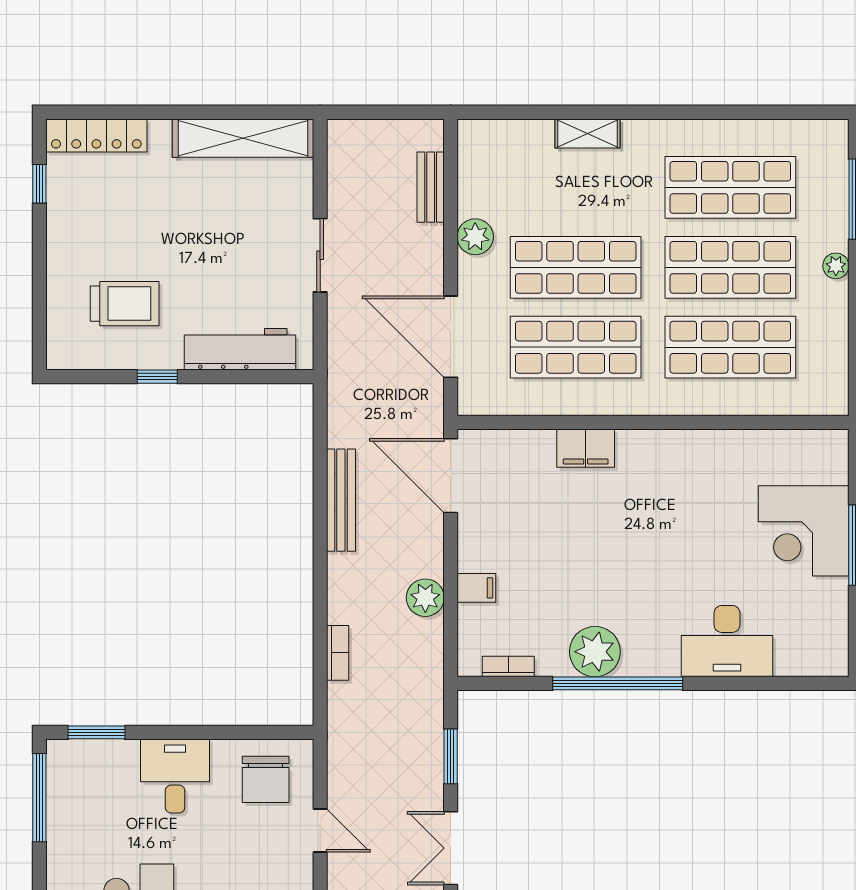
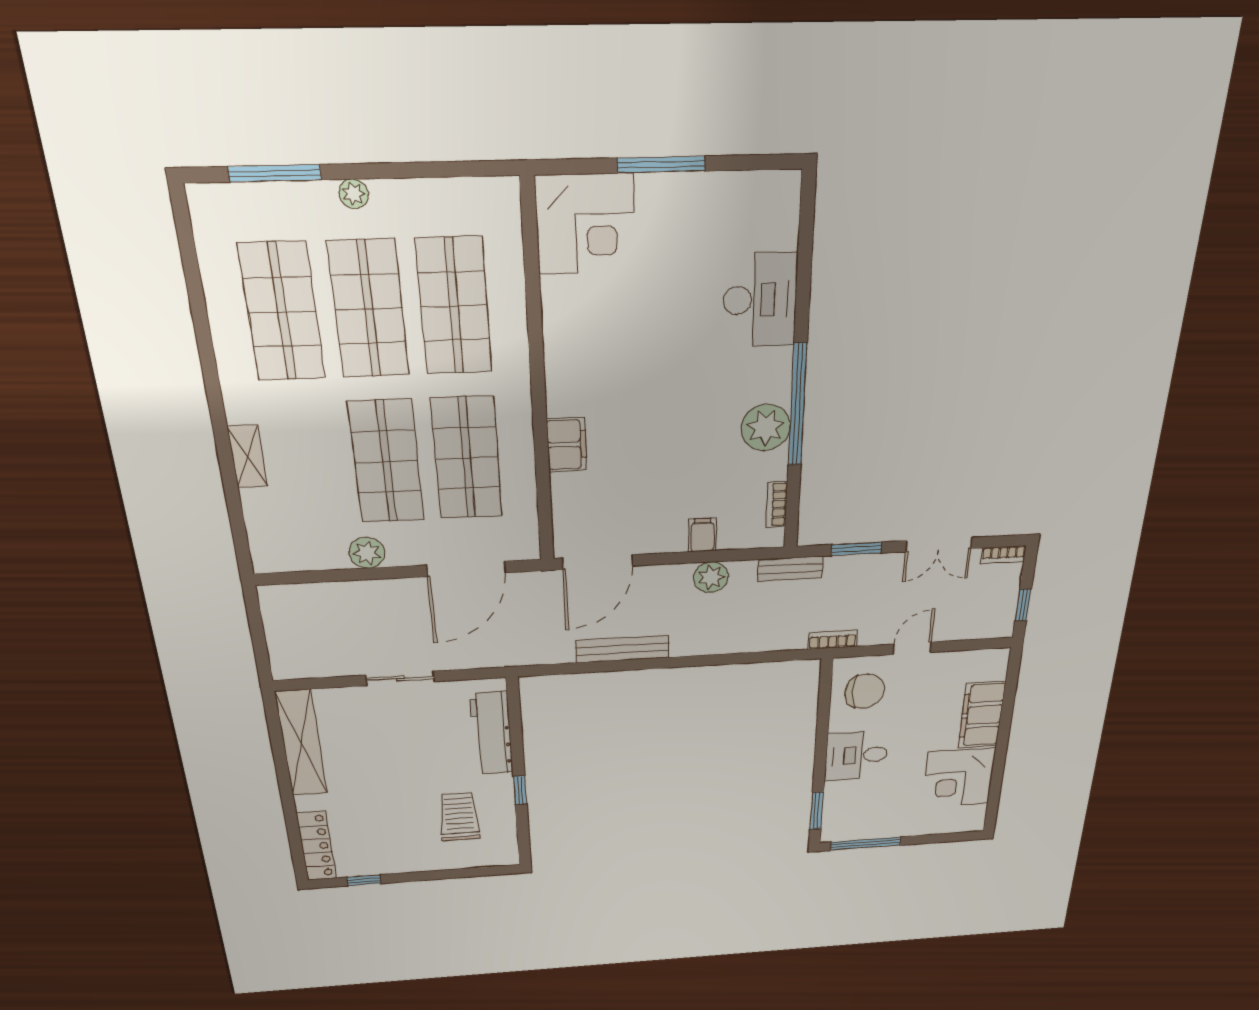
bench: (431, 187) -> (790, 569), moved
corner desk: (804, 531) -> (585, 224), moved
bookcase: (338, 653) -> (833, 640), moved

